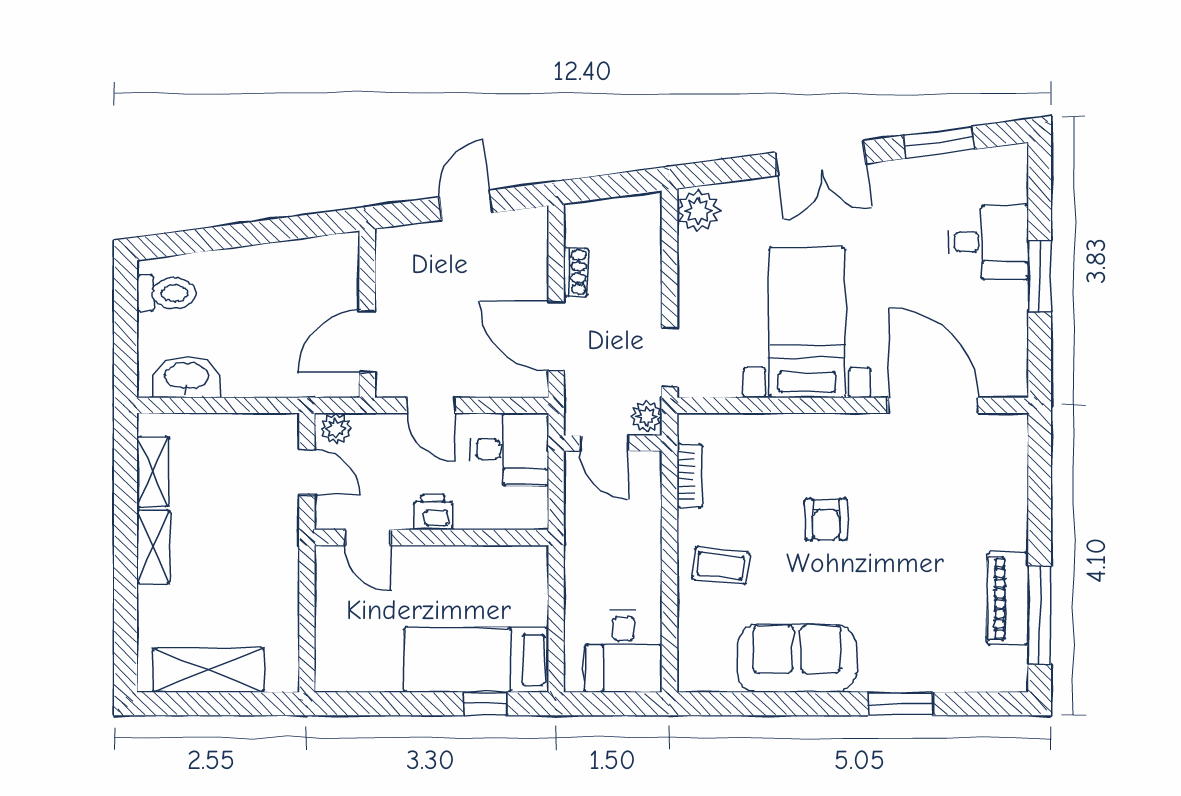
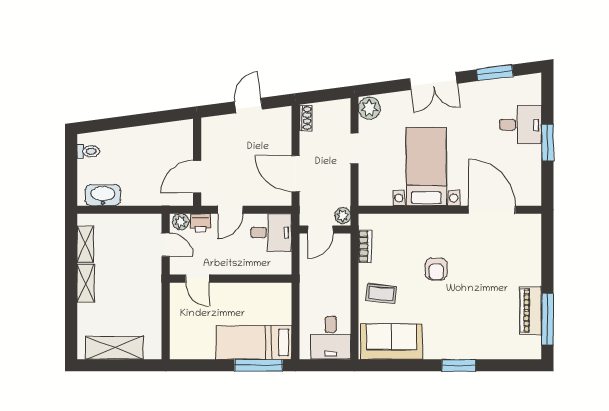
shoe rack: (576, 272) -> (306, 118), moved
toilet: (166, 293) -> (88, 151), width x0.73, depth x0.72
doorway: (669, 358) -> (355, 149), moved
door: (431, 405) -> (230, 210), hinge flipped
door: (604, 443) -> (320, 229), hinge flipped
printer: (433, 512) -> (200, 223), moved, turned 180
sofa: (797, 658) -> (391, 342), moved
window: (485, 704) -> (259, 365), width x2.17
window: (901, 704) -> (459, 365), moved

